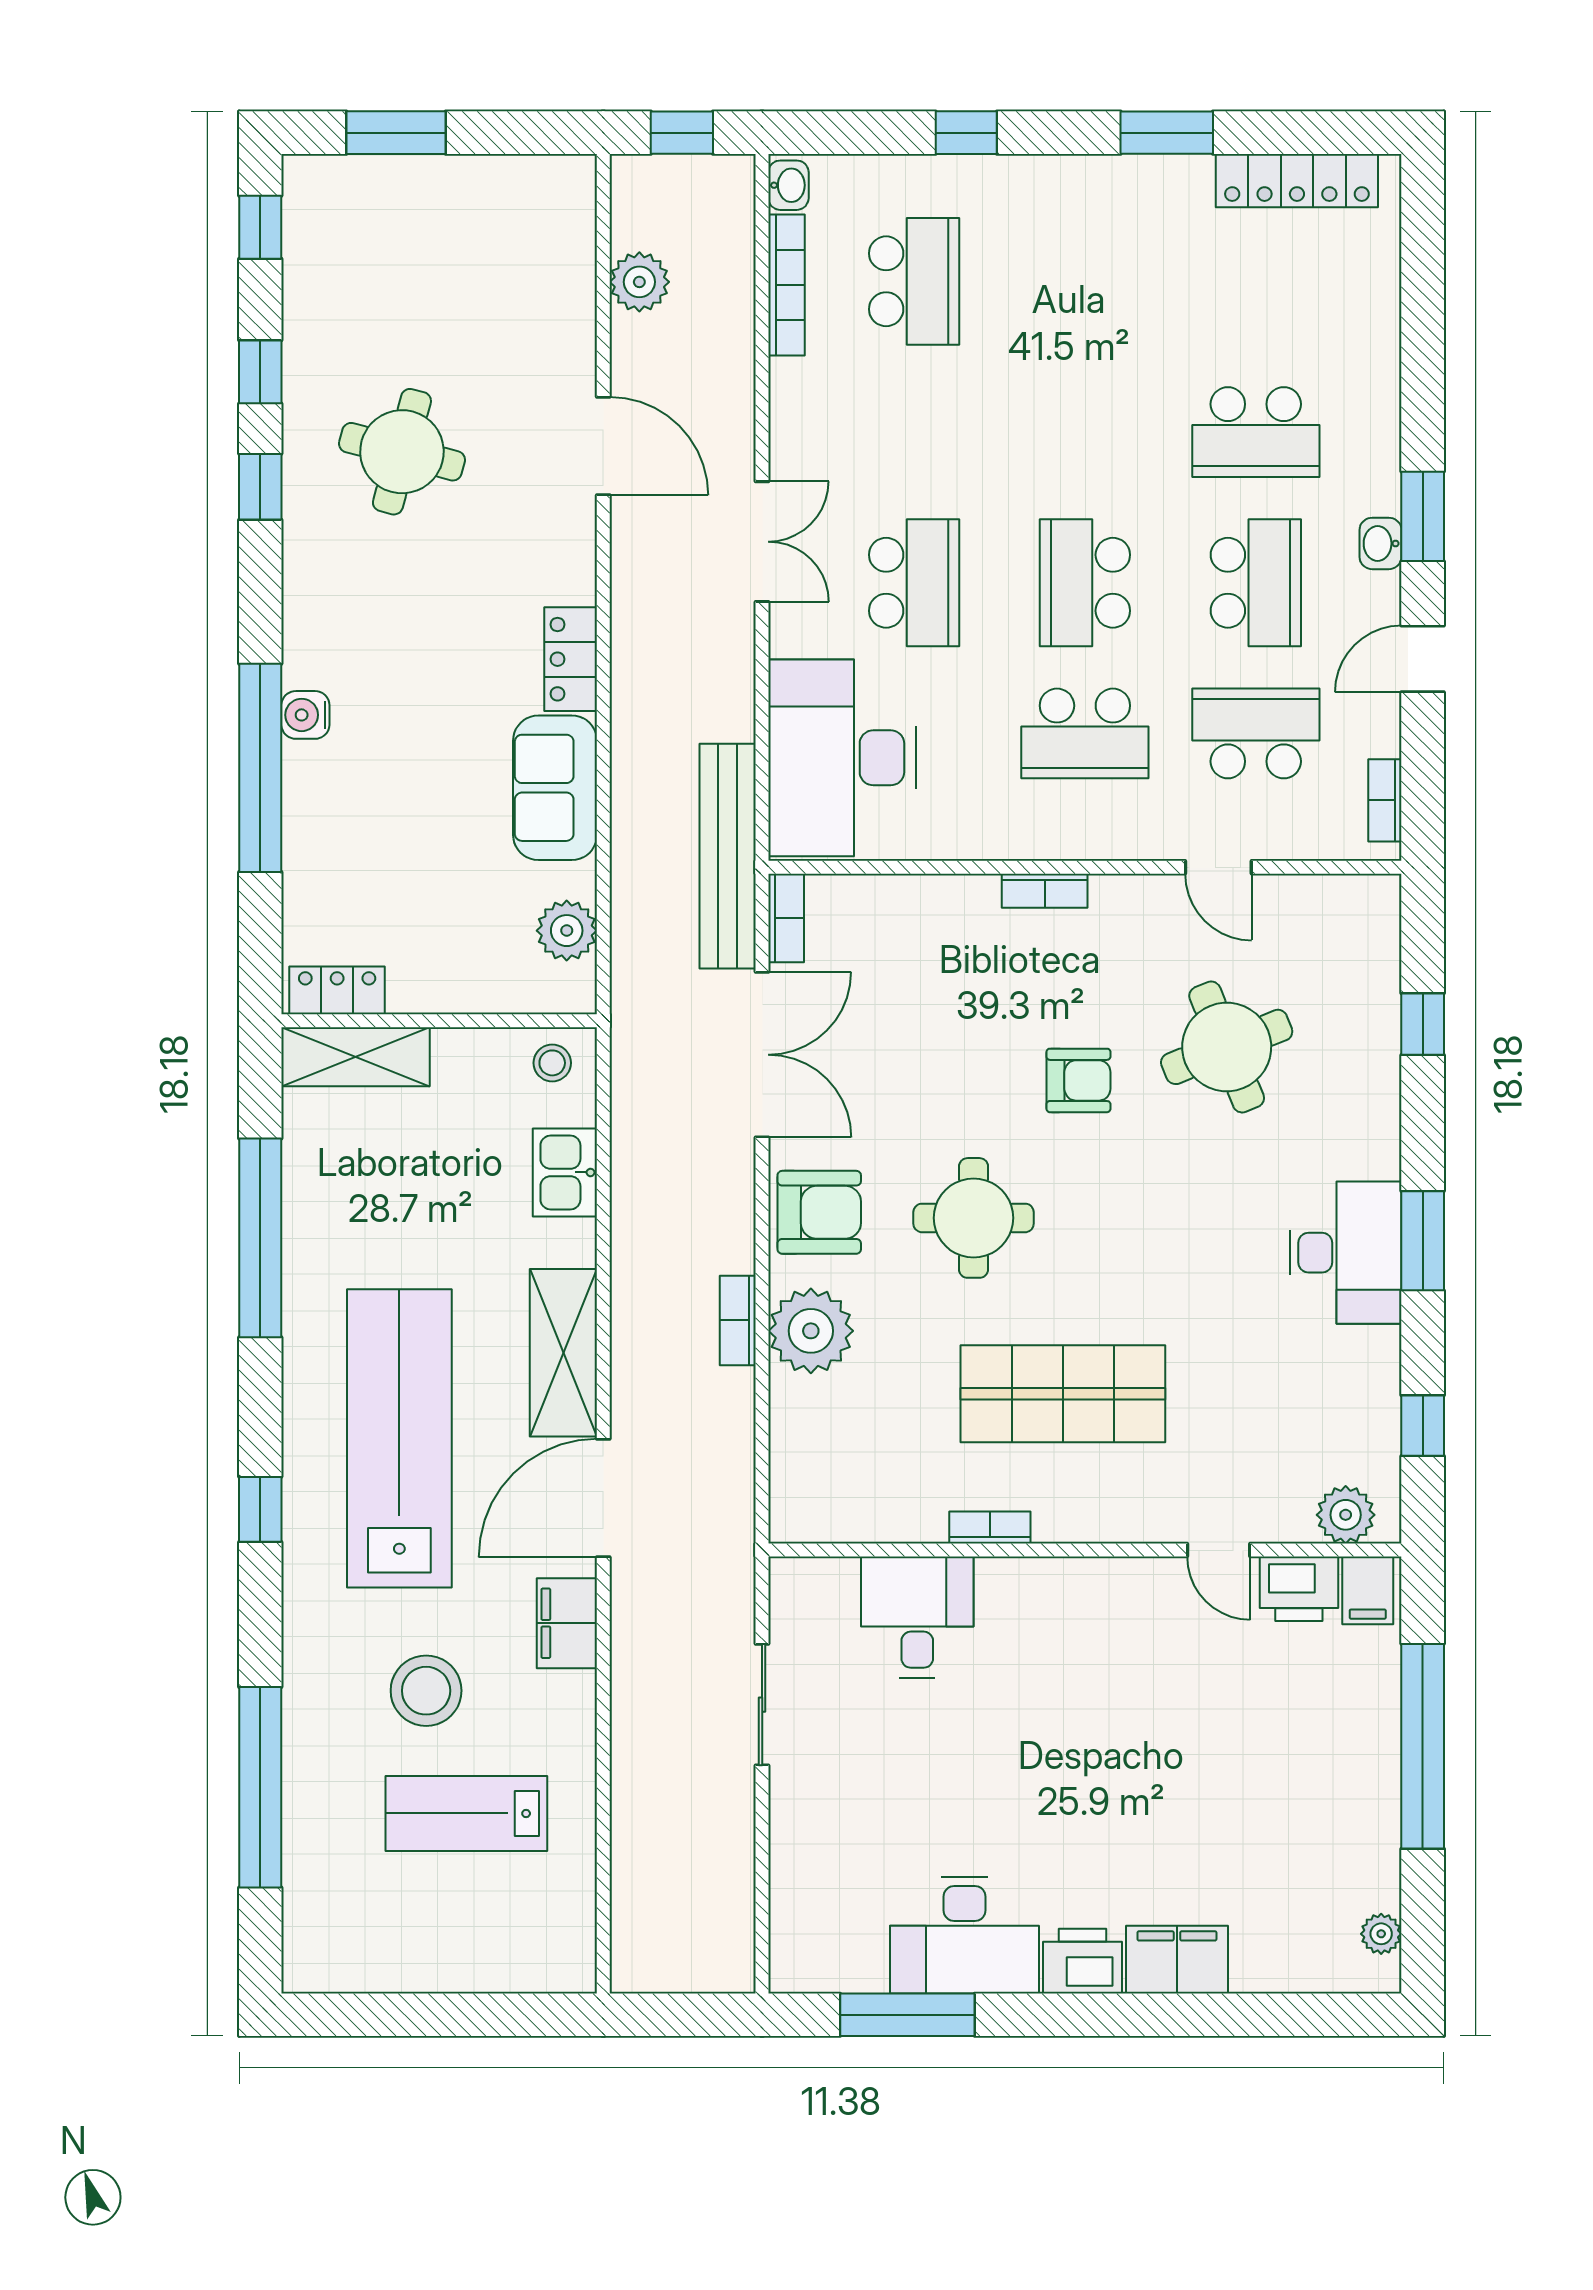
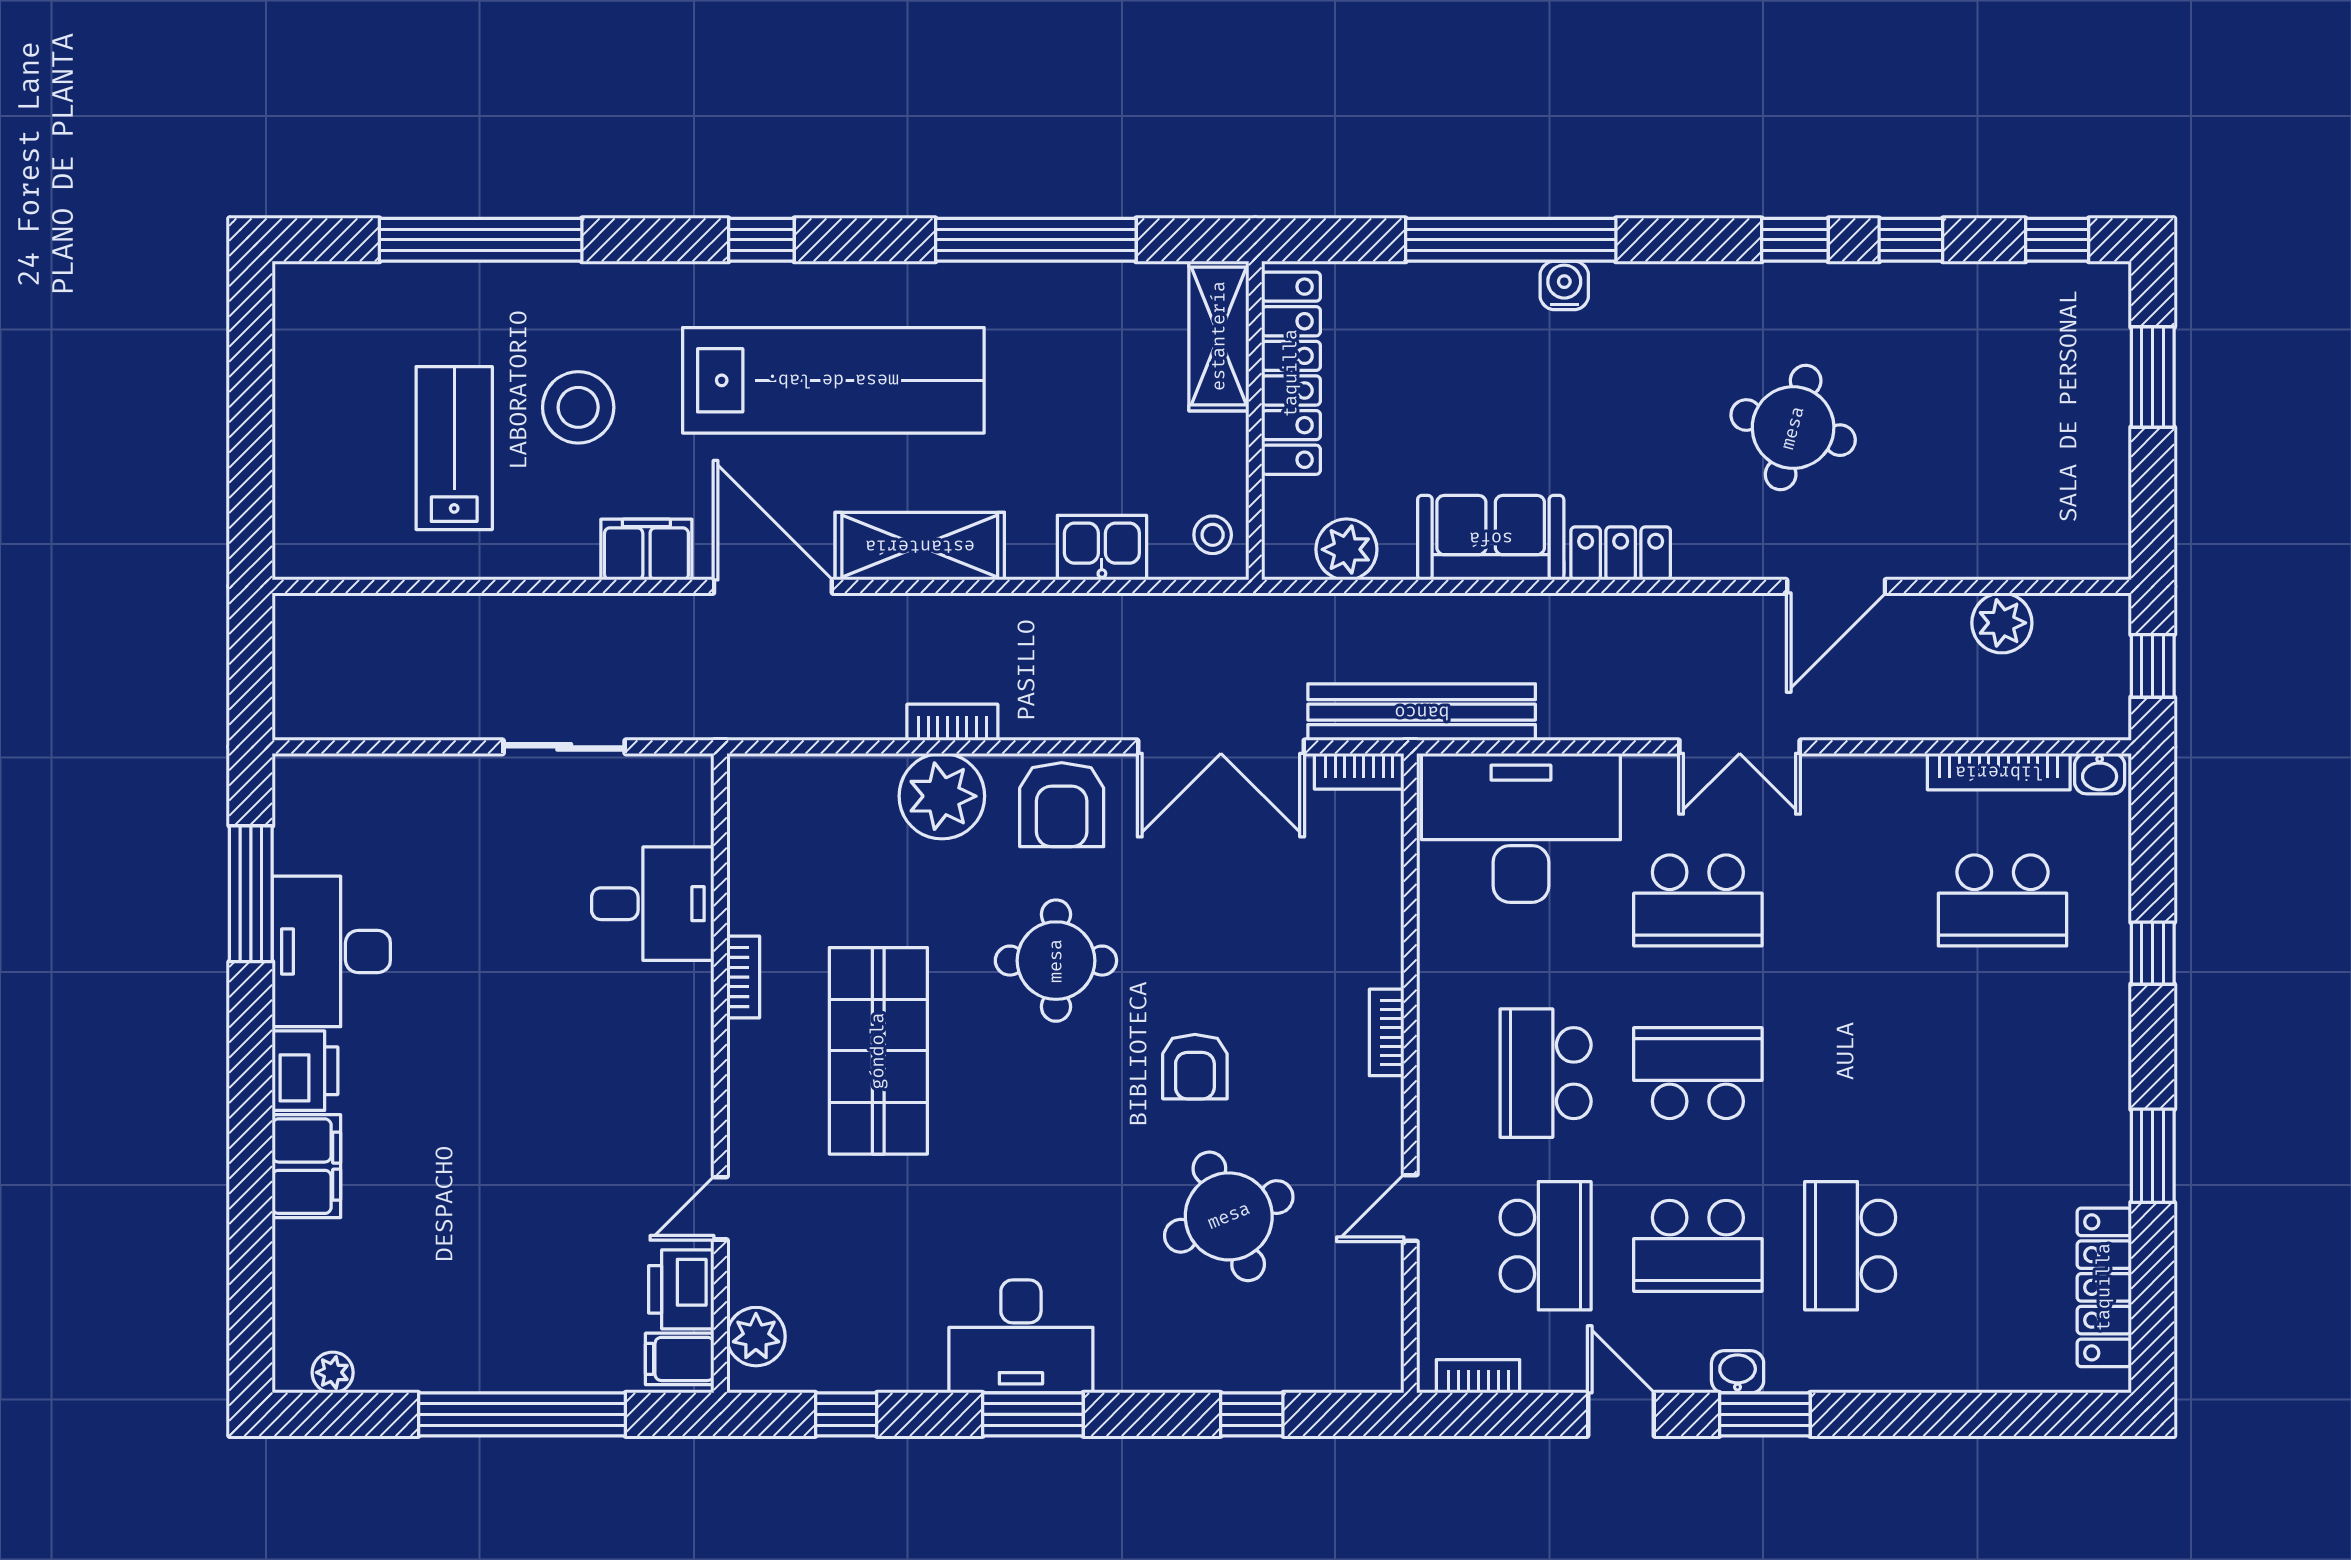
round table: (402, 452) -> (1793, 428), moved
locker: (337, 990) -> (1291, 373), width x2.16, depth x1.21

